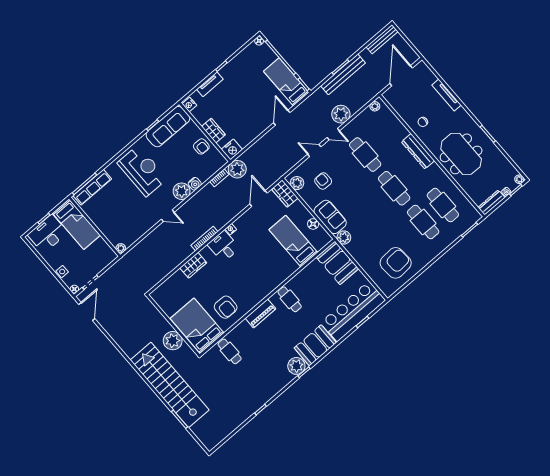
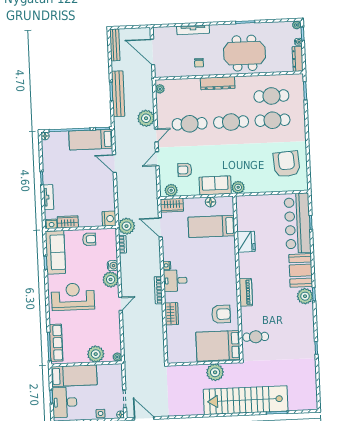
wardrobe: (213, 131) -> (68, 222), moved
plant: (109, 228) -> (96, 354), added
booth: (337, 263) -> (253, 207), removed
fridge: (303, 280) -> (246, 242), added
cafe table: (290, 299) -> (252, 263), removed

